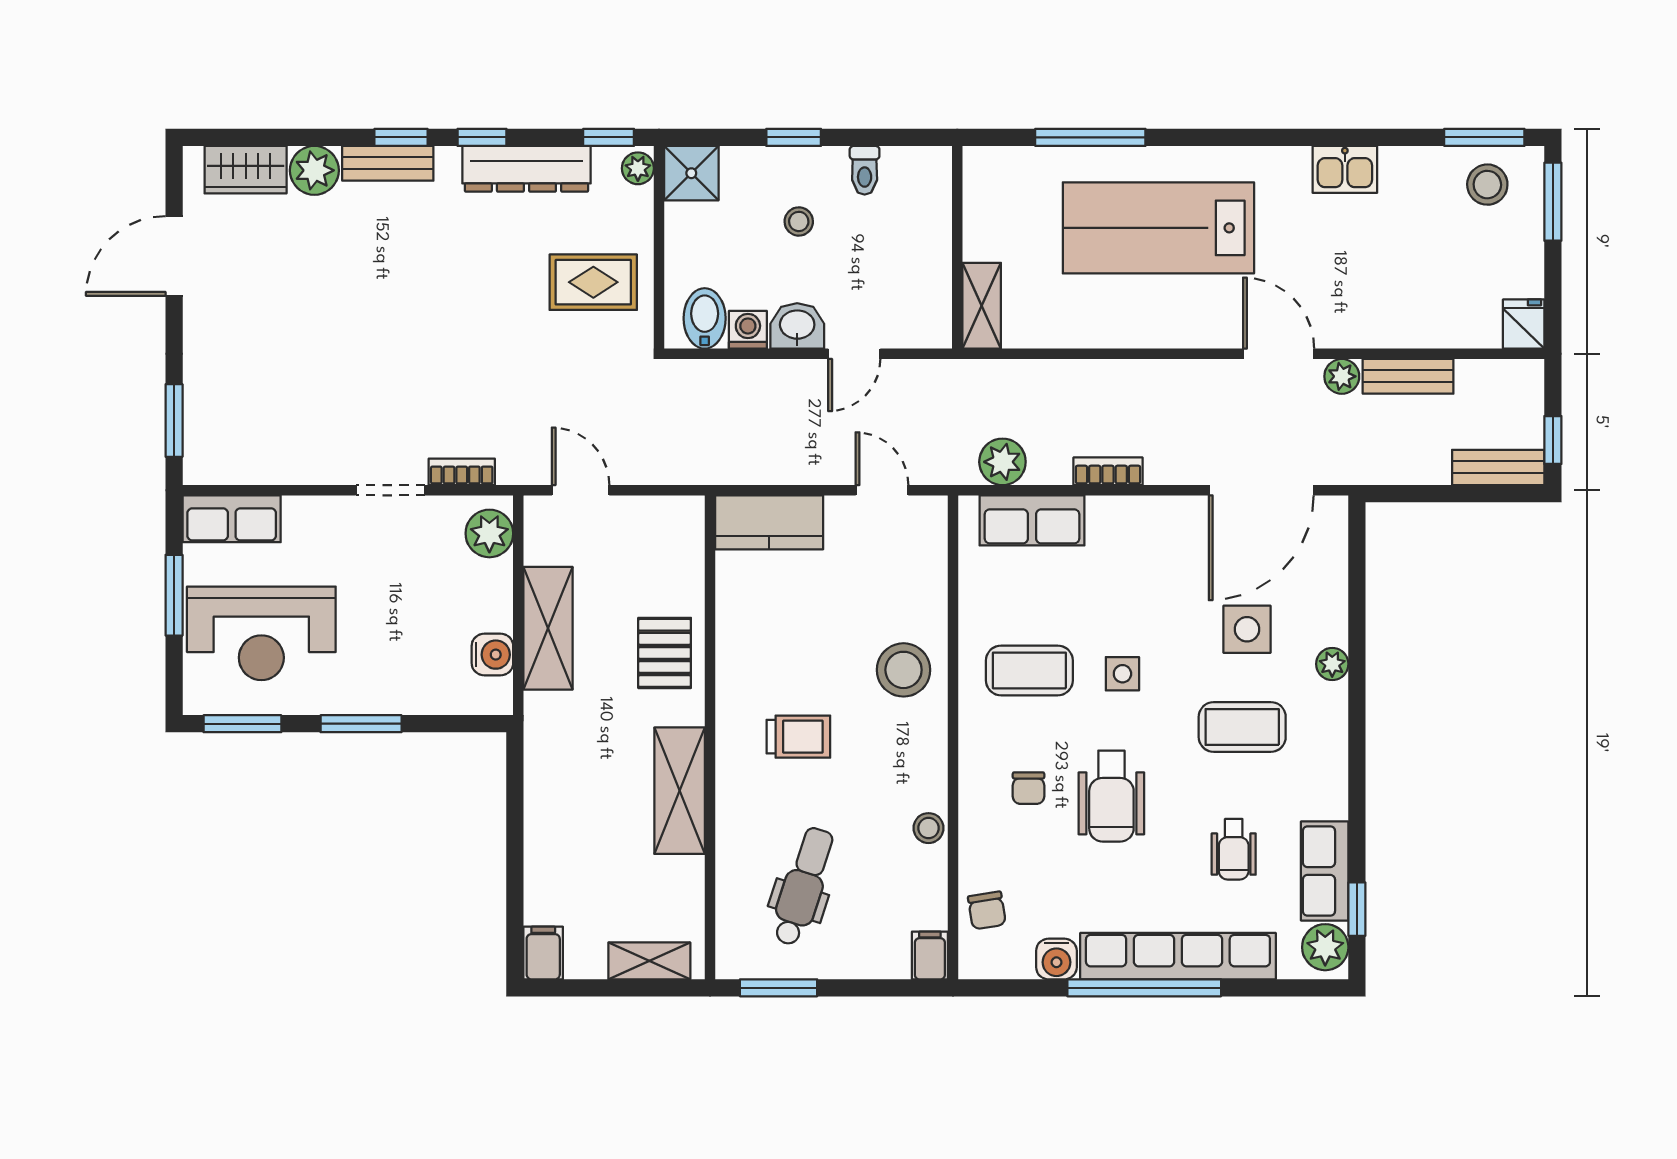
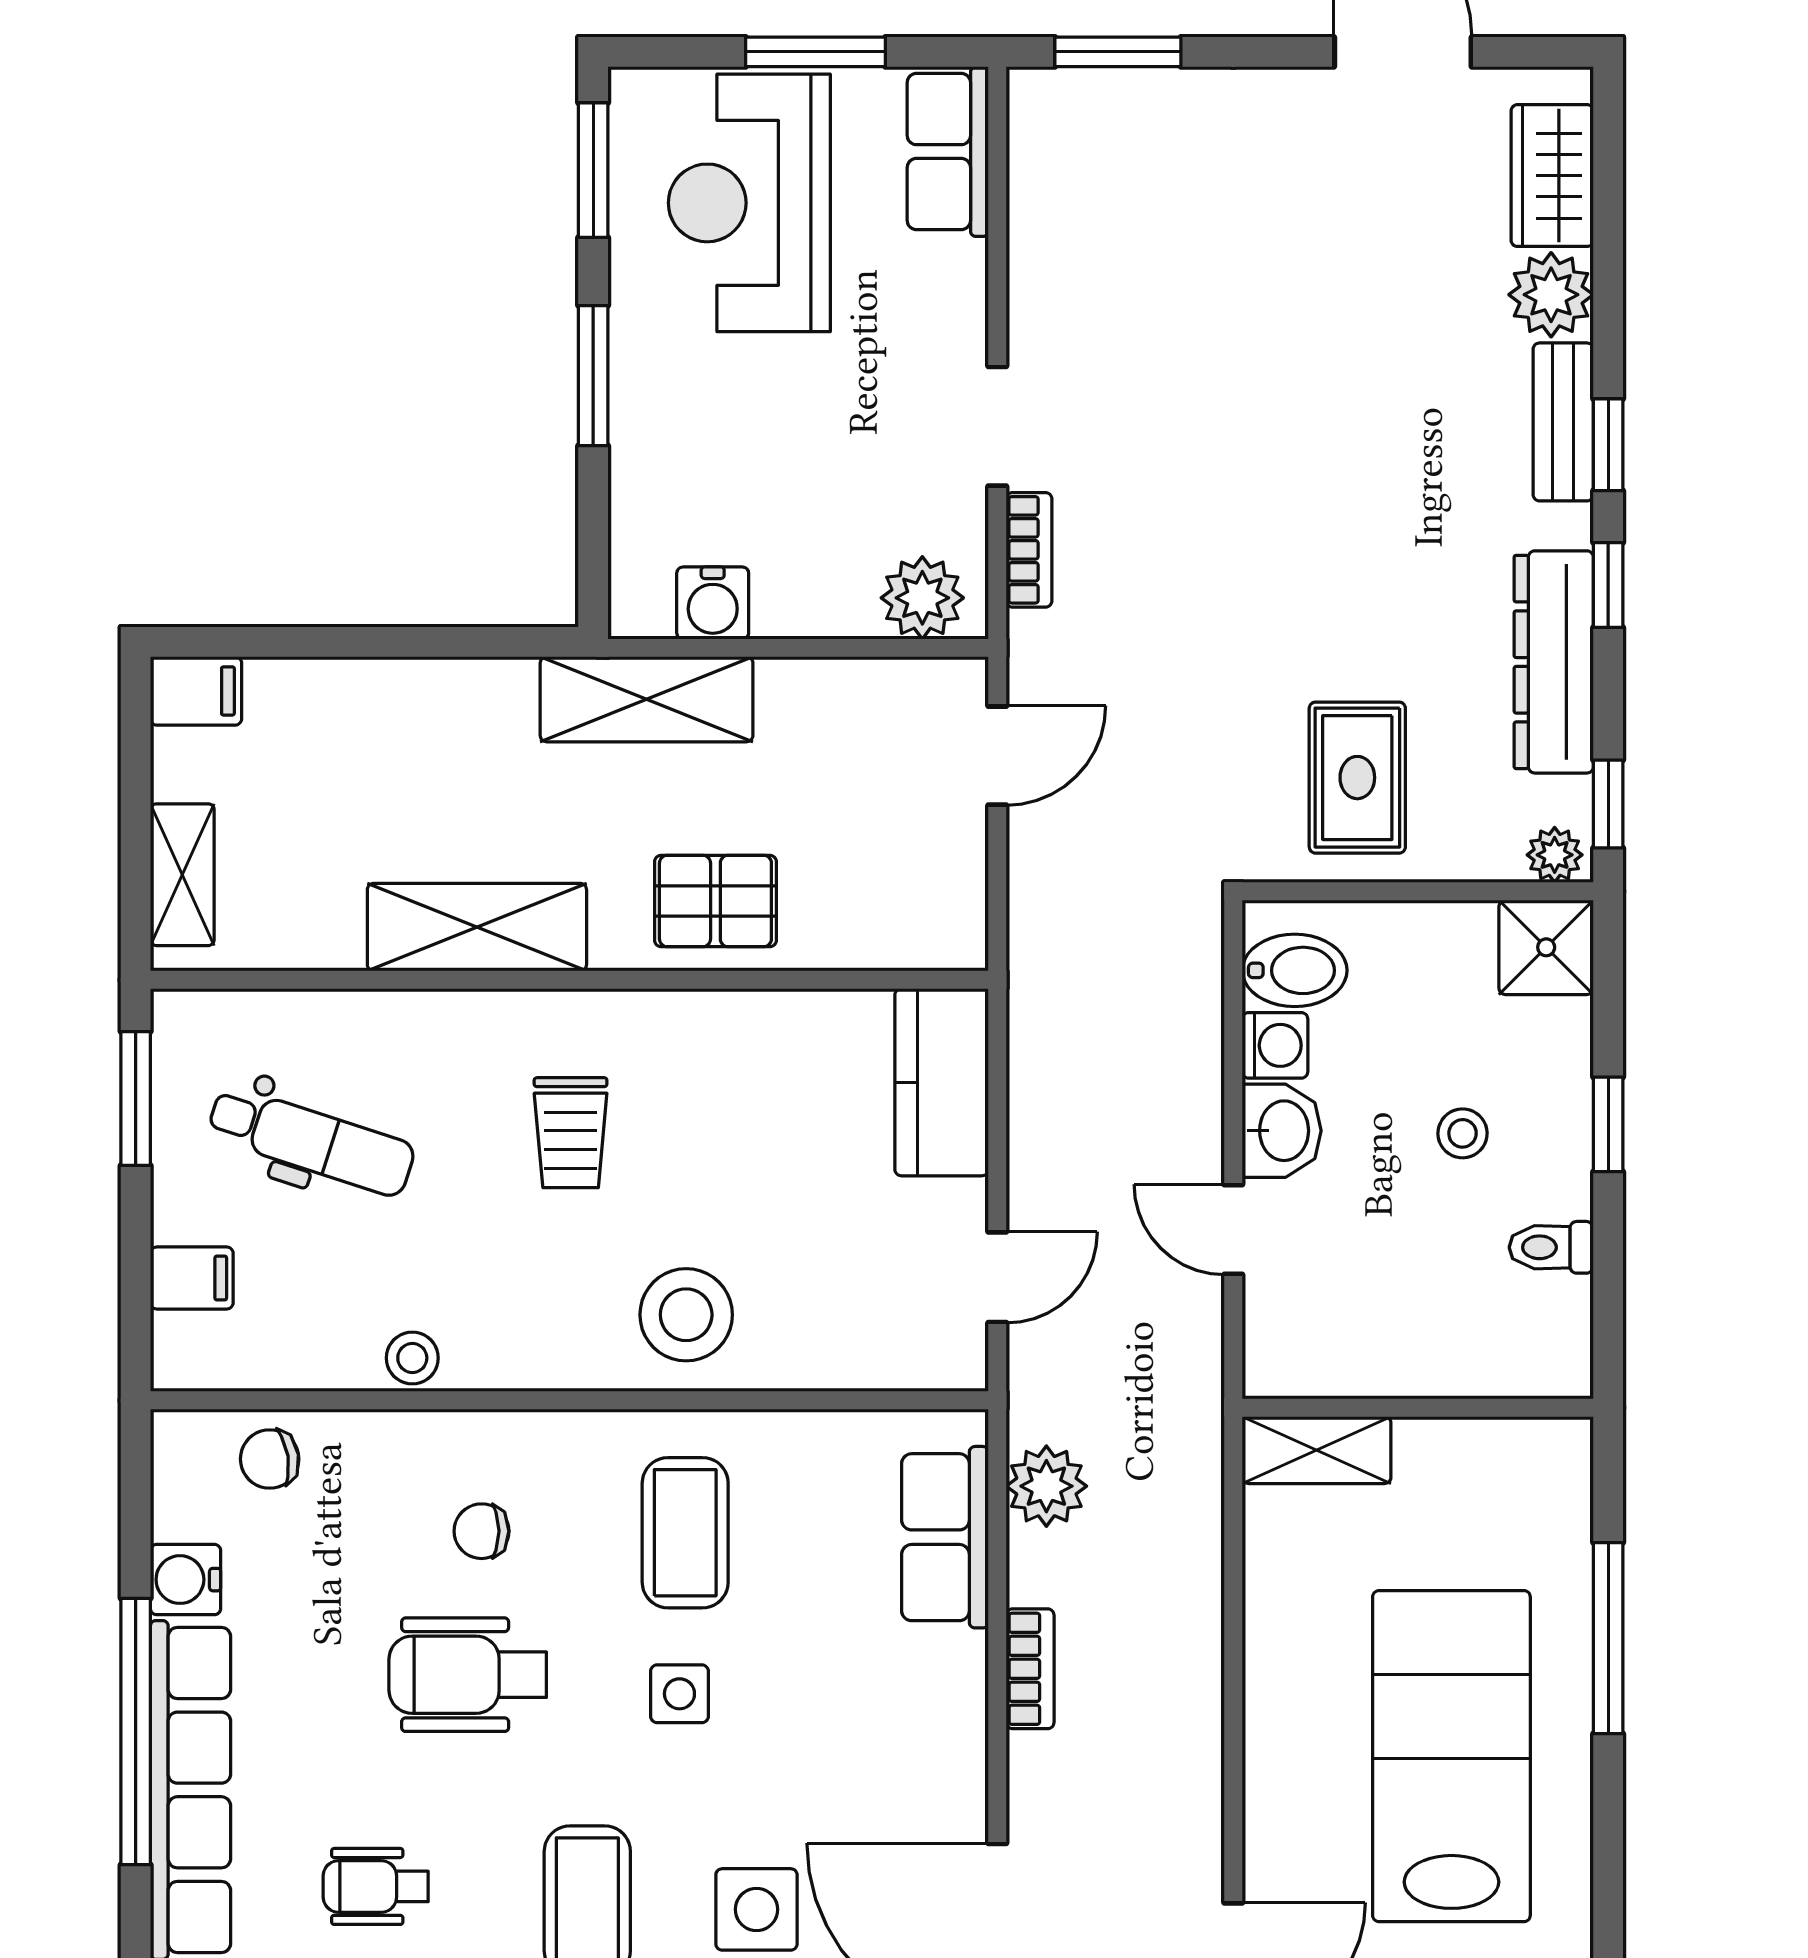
shelving: (548, 628) -> (647, 699), moved
filing cabinet: (930, 955) -> (192, 1278), moved

